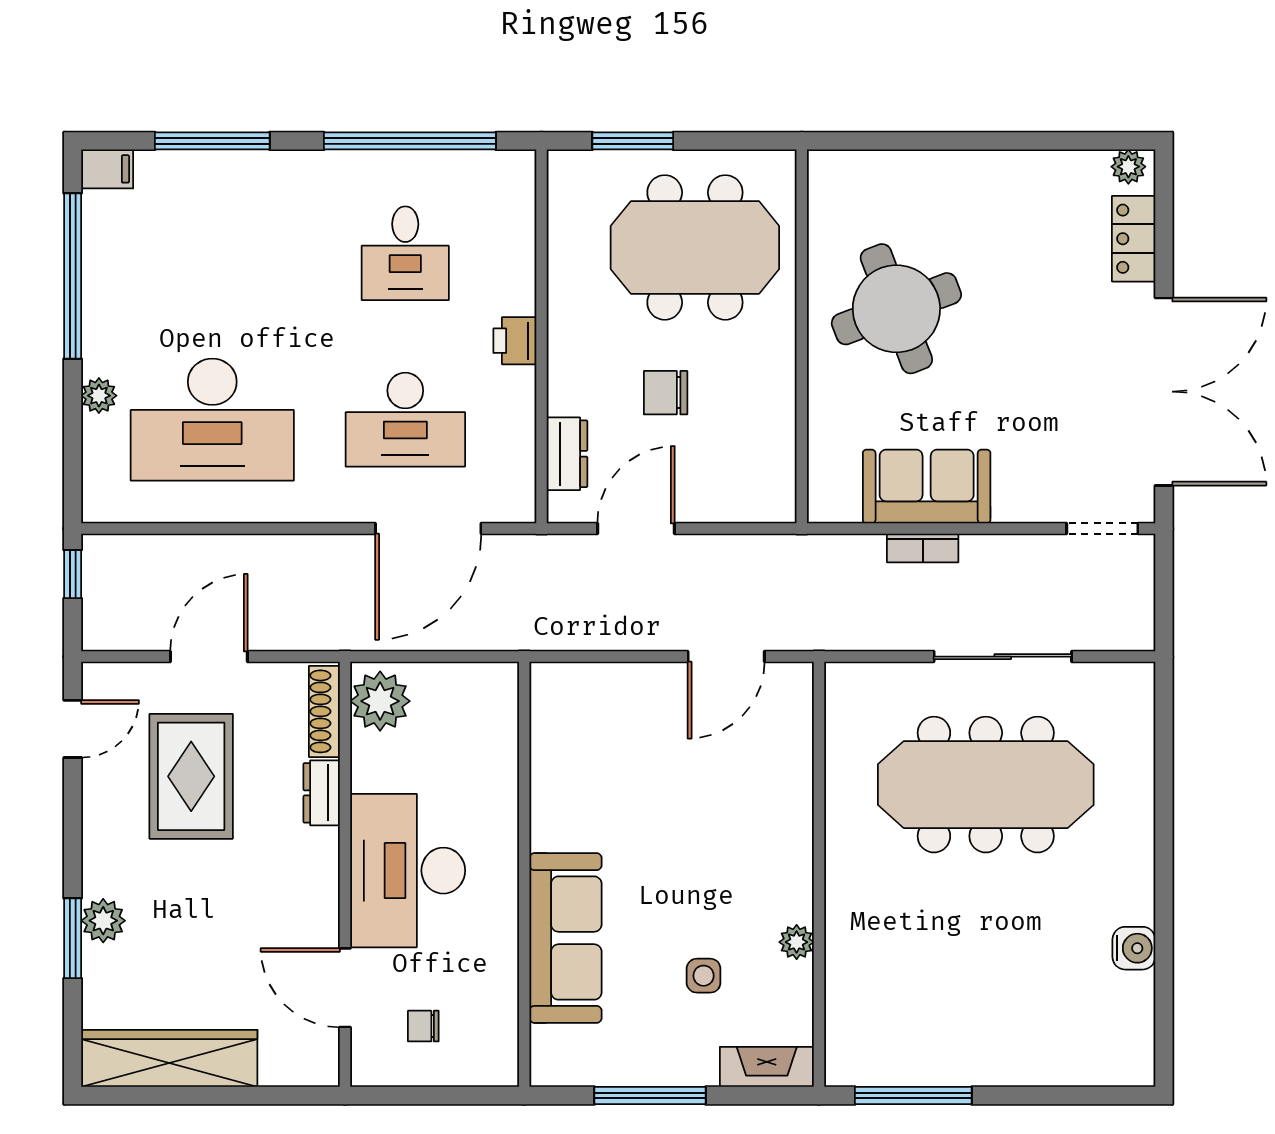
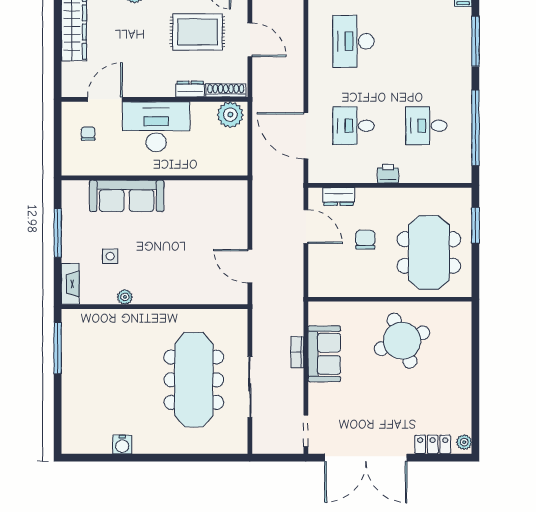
desk: (212, 420) -> (353, 41), width x0.73, depth x0.77
desk: (405, 420) -> (353, 126), width x0.73

